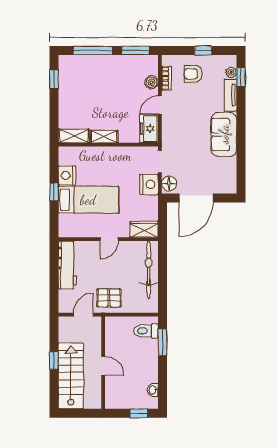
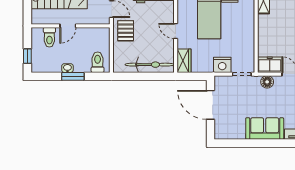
shelving: (104, 137) -> (263, 27), removed
floor lamp: (169, 183) -> (267, 82), moved
window: (162, 342) -> (73, 76), moved
toilet: (117, 387) -> (49, 37), added
washbasin: (153, 390) -> (67, 68), moved

